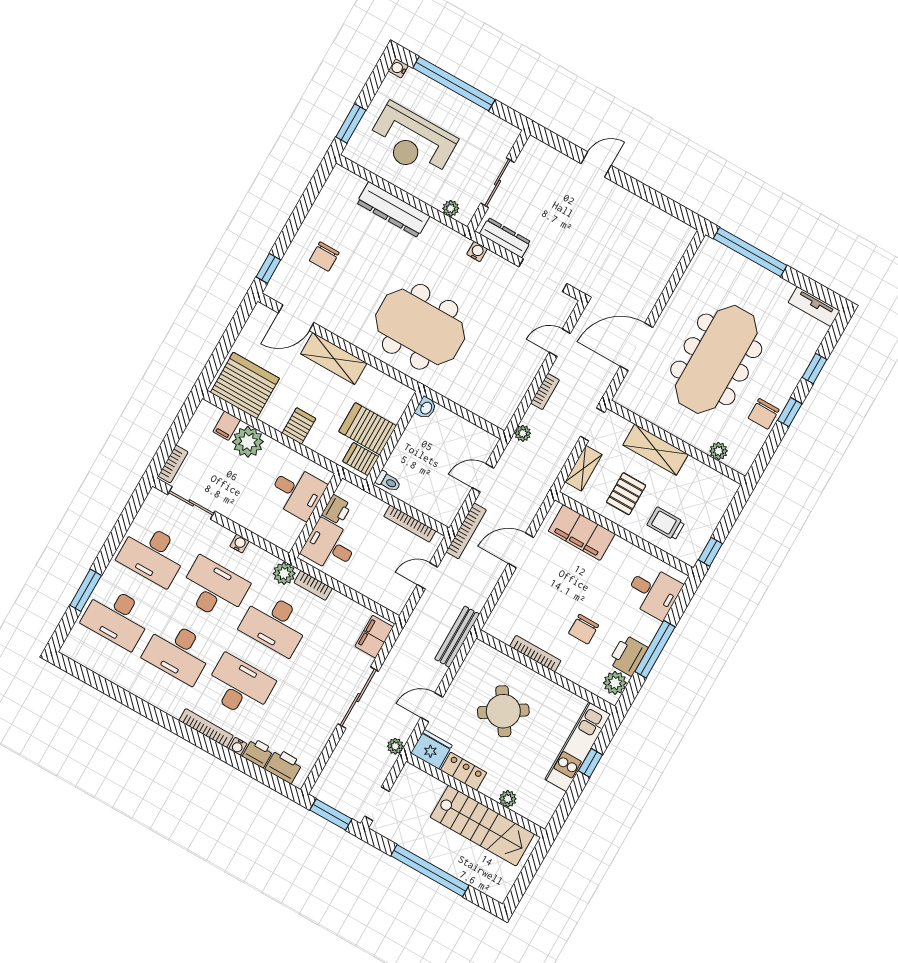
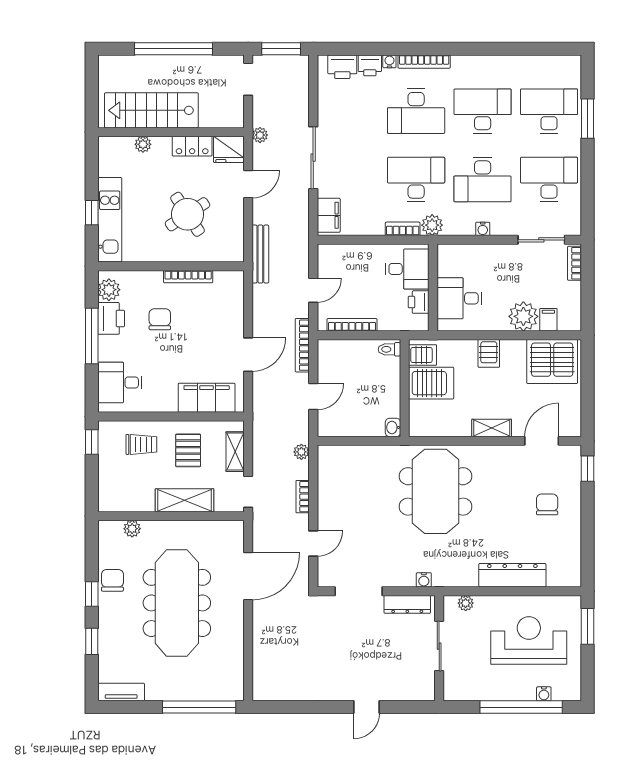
water cooler: (398, 68) -> (544, 694), moved, turned 90
meeting table: (420, 327) -> (436, 491), turned 90
shelving: (334, 358) -> (492, 428), width x0.67, depth x0.75

